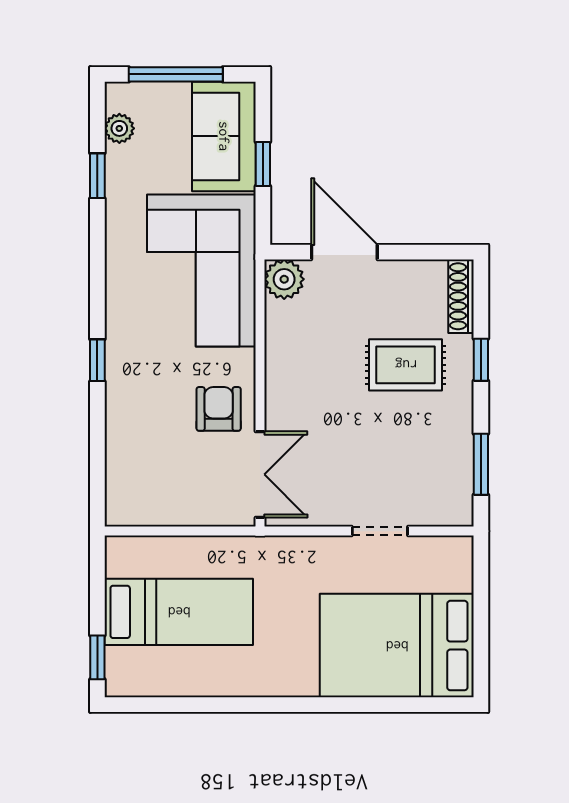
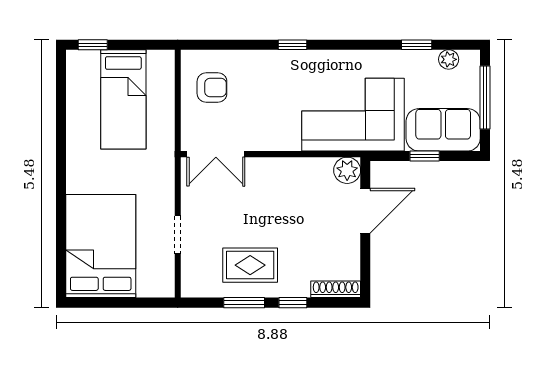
rug: (406, 365) -> (250, 265), moved, turned 90
armchair: (219, 409) -> (212, 88), moved
window: (481, 464) -> (244, 303), moved

